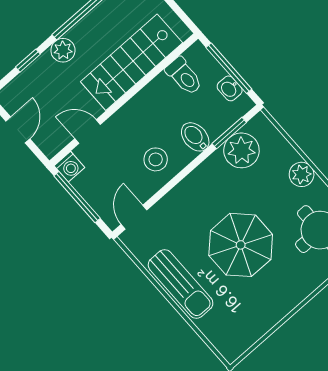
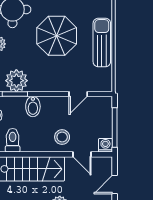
stool: (156, 159) -> (62, 137), moved
door: (134, 217) -> (78, 94), moved

